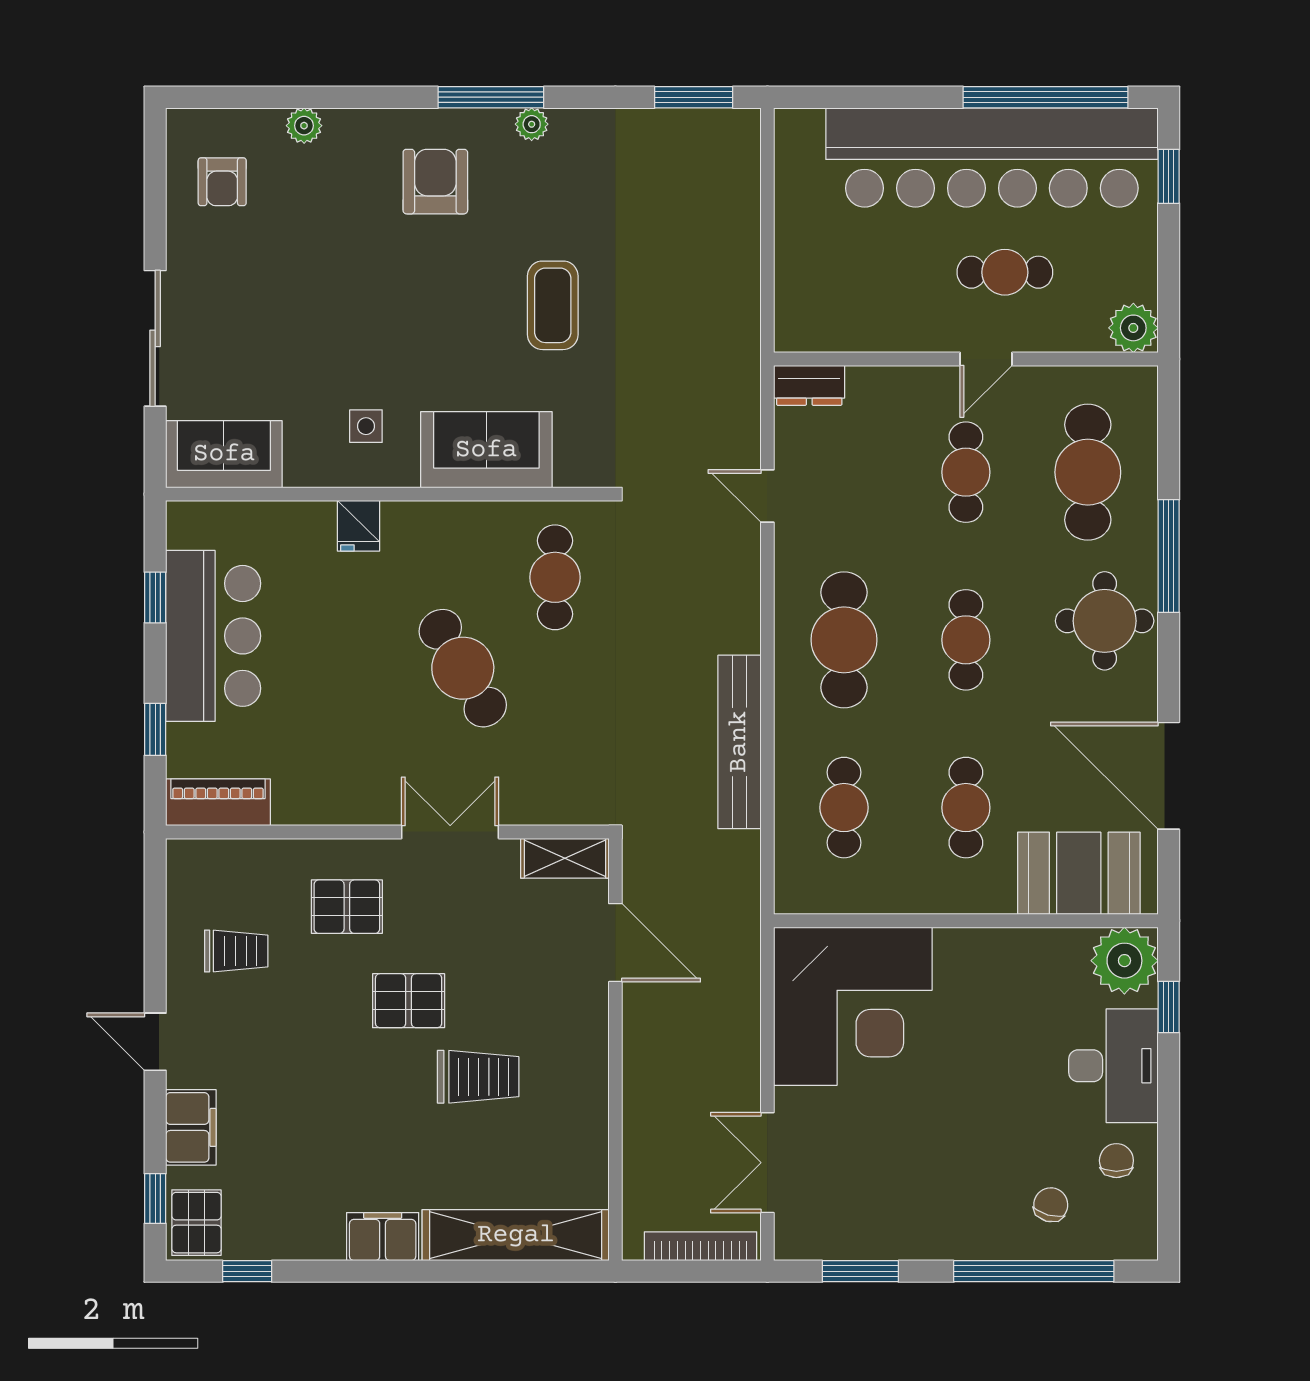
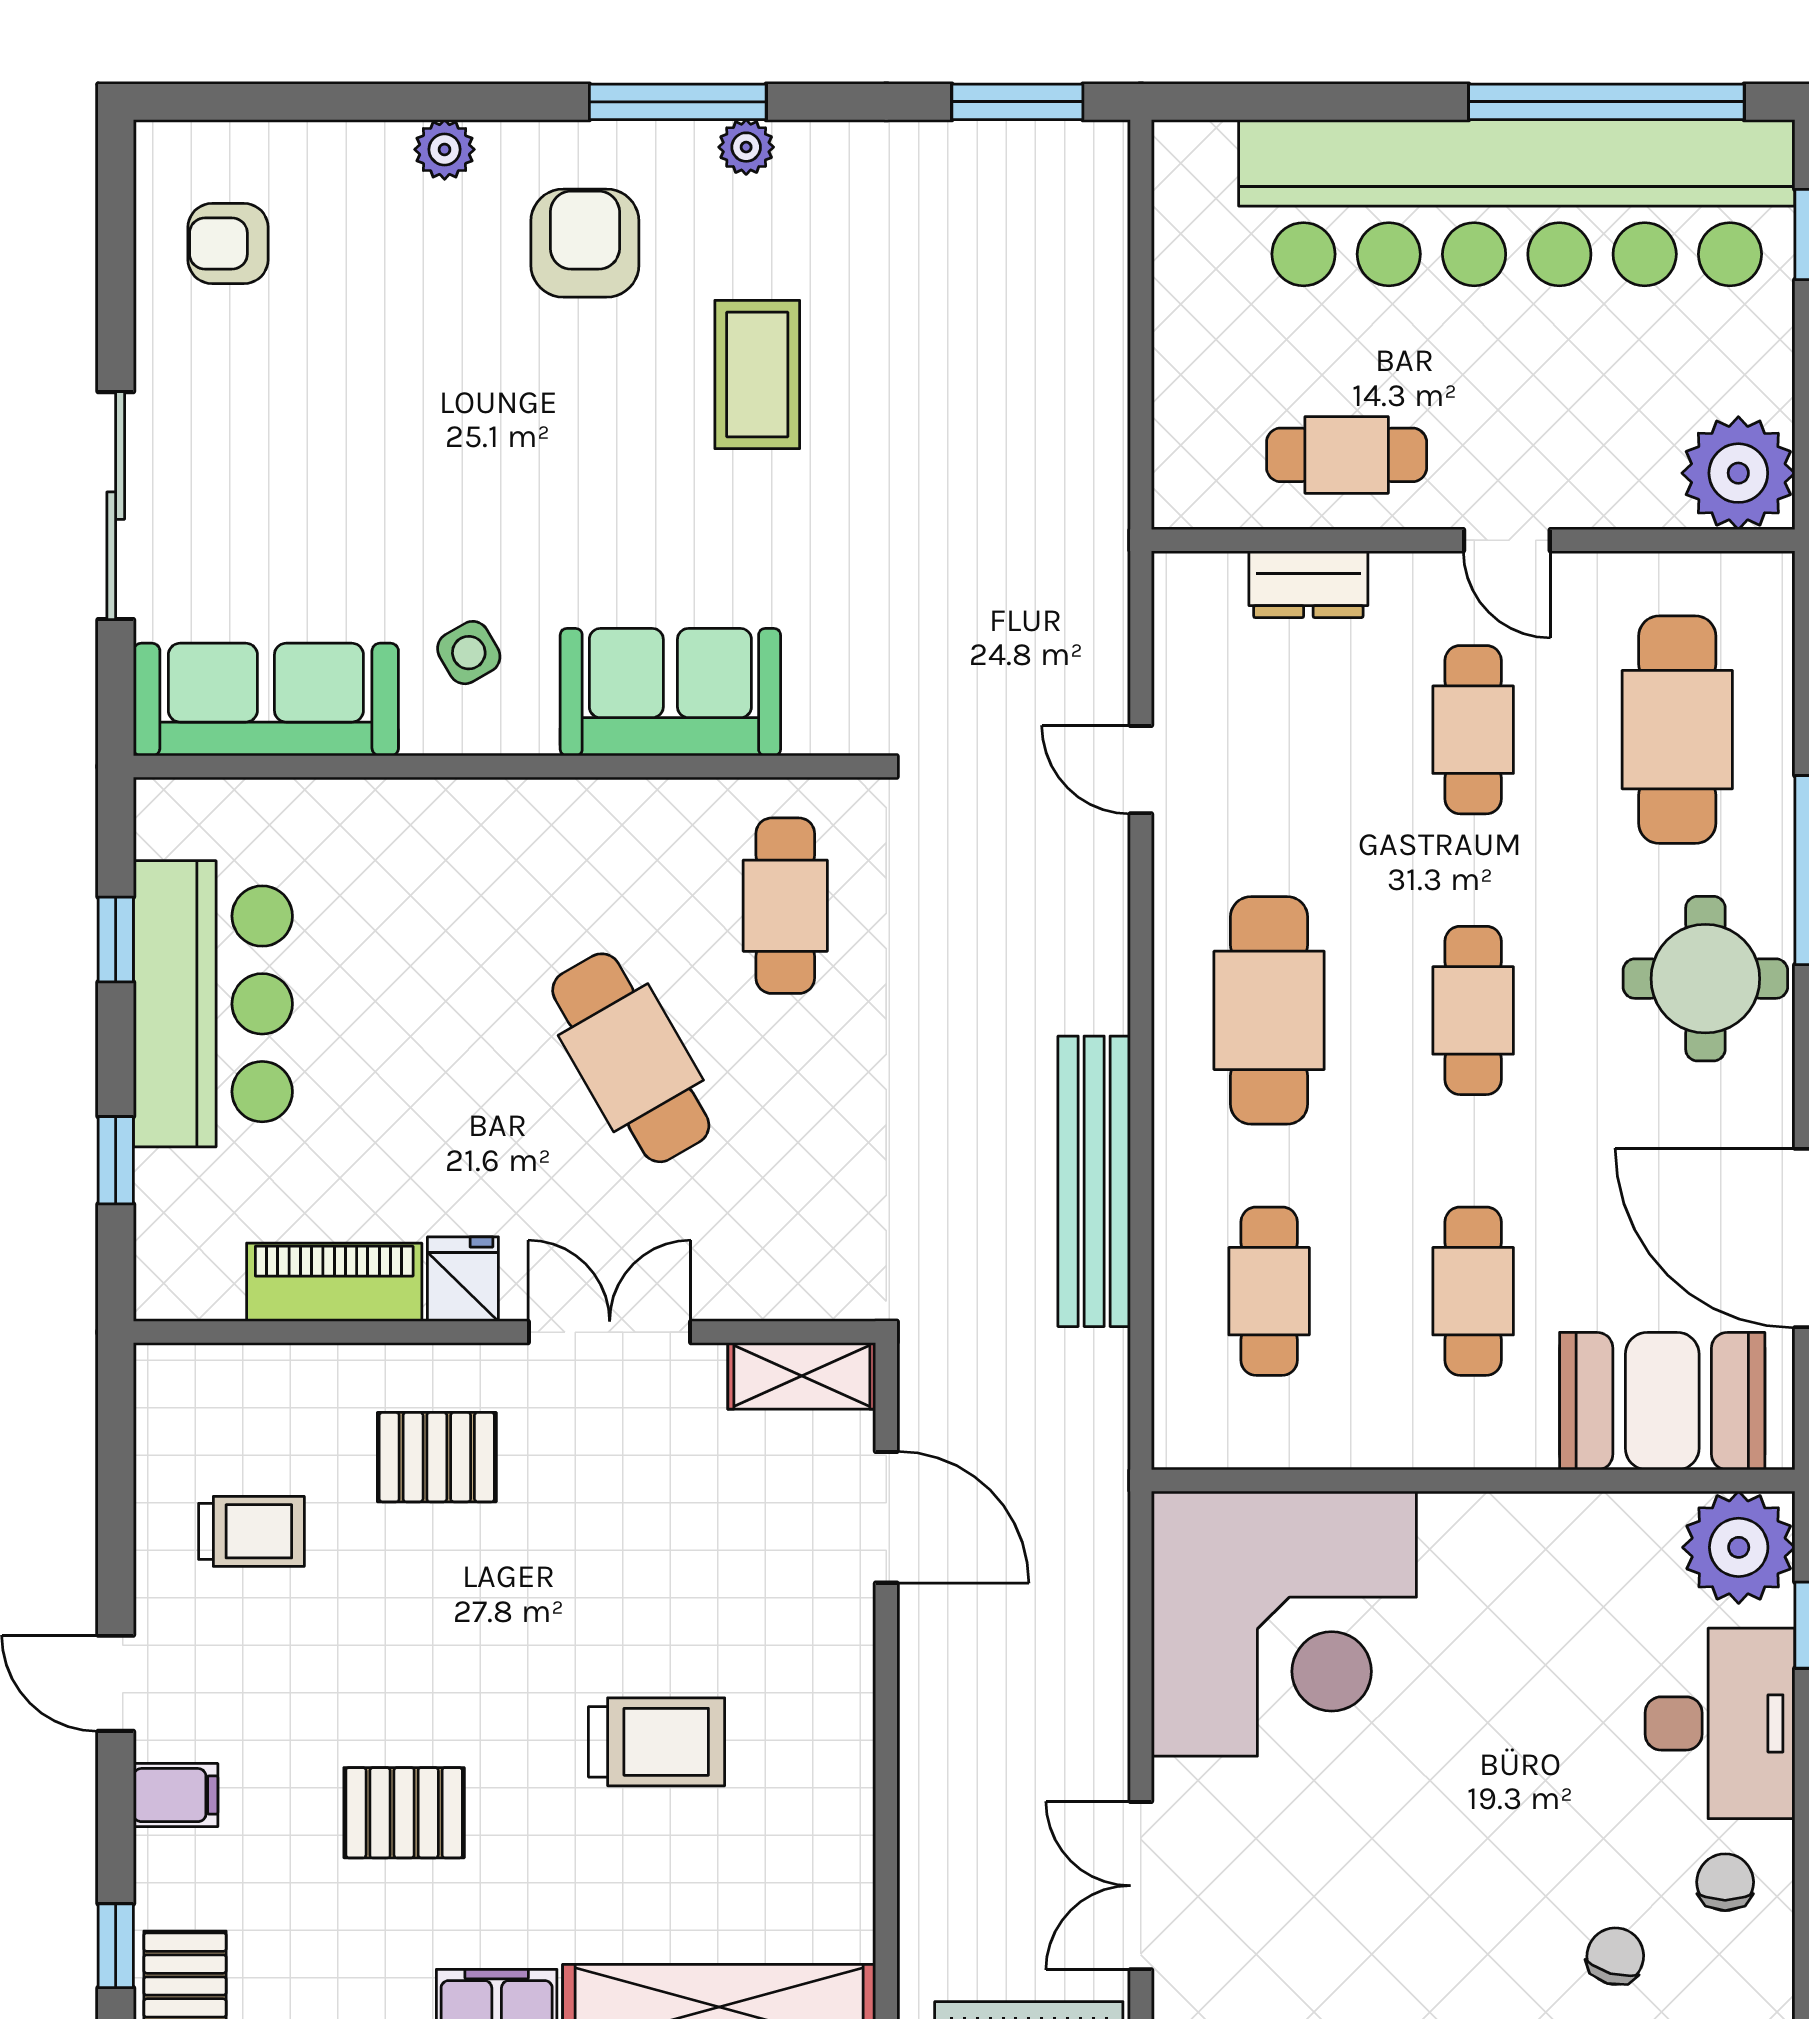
plant: (304, 126) -> (445, 149), moved
armchair: (222, 182) -> (228, 244), turned 90
cafe table: (1005, 272) -> (1347, 455), moved
coffee table: (553, 305) -> (757, 374), moved
plant: (1133, 328) -> (1738, 473), width x1.36, depth x1.36
door: (986, 359) -> (1507, 540), hinge flipped
dresser: (809, 385) -> (1308, 584), moved
side table: (366, 426) -> (469, 653), turned -30
sofa: (224, 454) -> (266, 700), width x1.36
fridge: (358, 526) -> (463, 1279), moved, turned 180
piano: (218, 802) -> (334, 1282), moved
pallet: (409, 1001) -> (404, 1813), moved
filing cabinet: (191, 1127) -> (176, 1795), width x0.50

